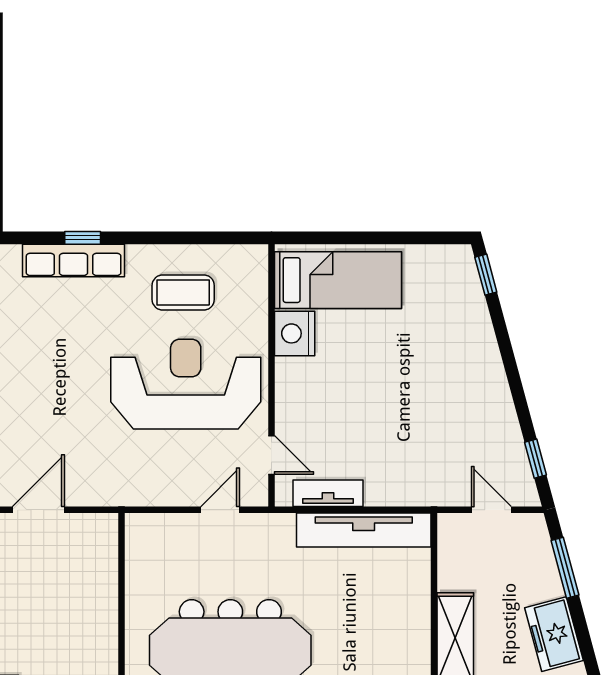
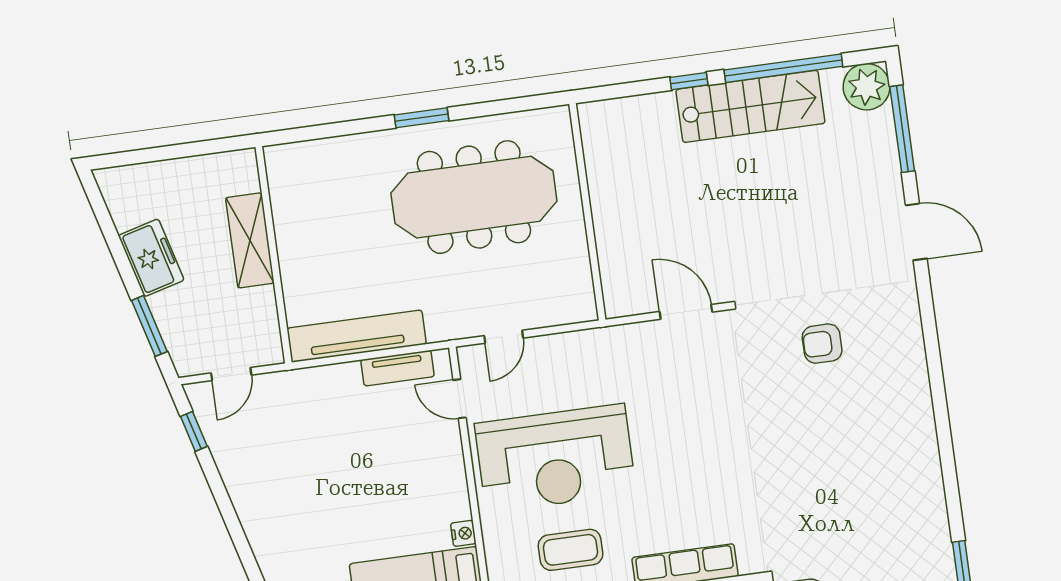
nightstand: (295, 333) -> (463, 533), width x0.53, depth x0.56
door: (38, 510) -> (686, 312), swing flipped
door: (491, 510) -> (231, 374), hinge flipped

